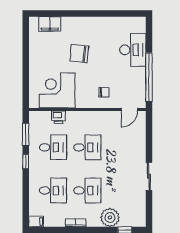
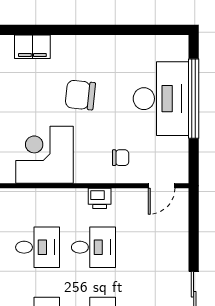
desk: (133, 50) -> (161, 99), width x1.36, depth x1.30
window: (149, 77) -> (194, 99), moved
printer: (59, 117) -> (100, 198), moved

